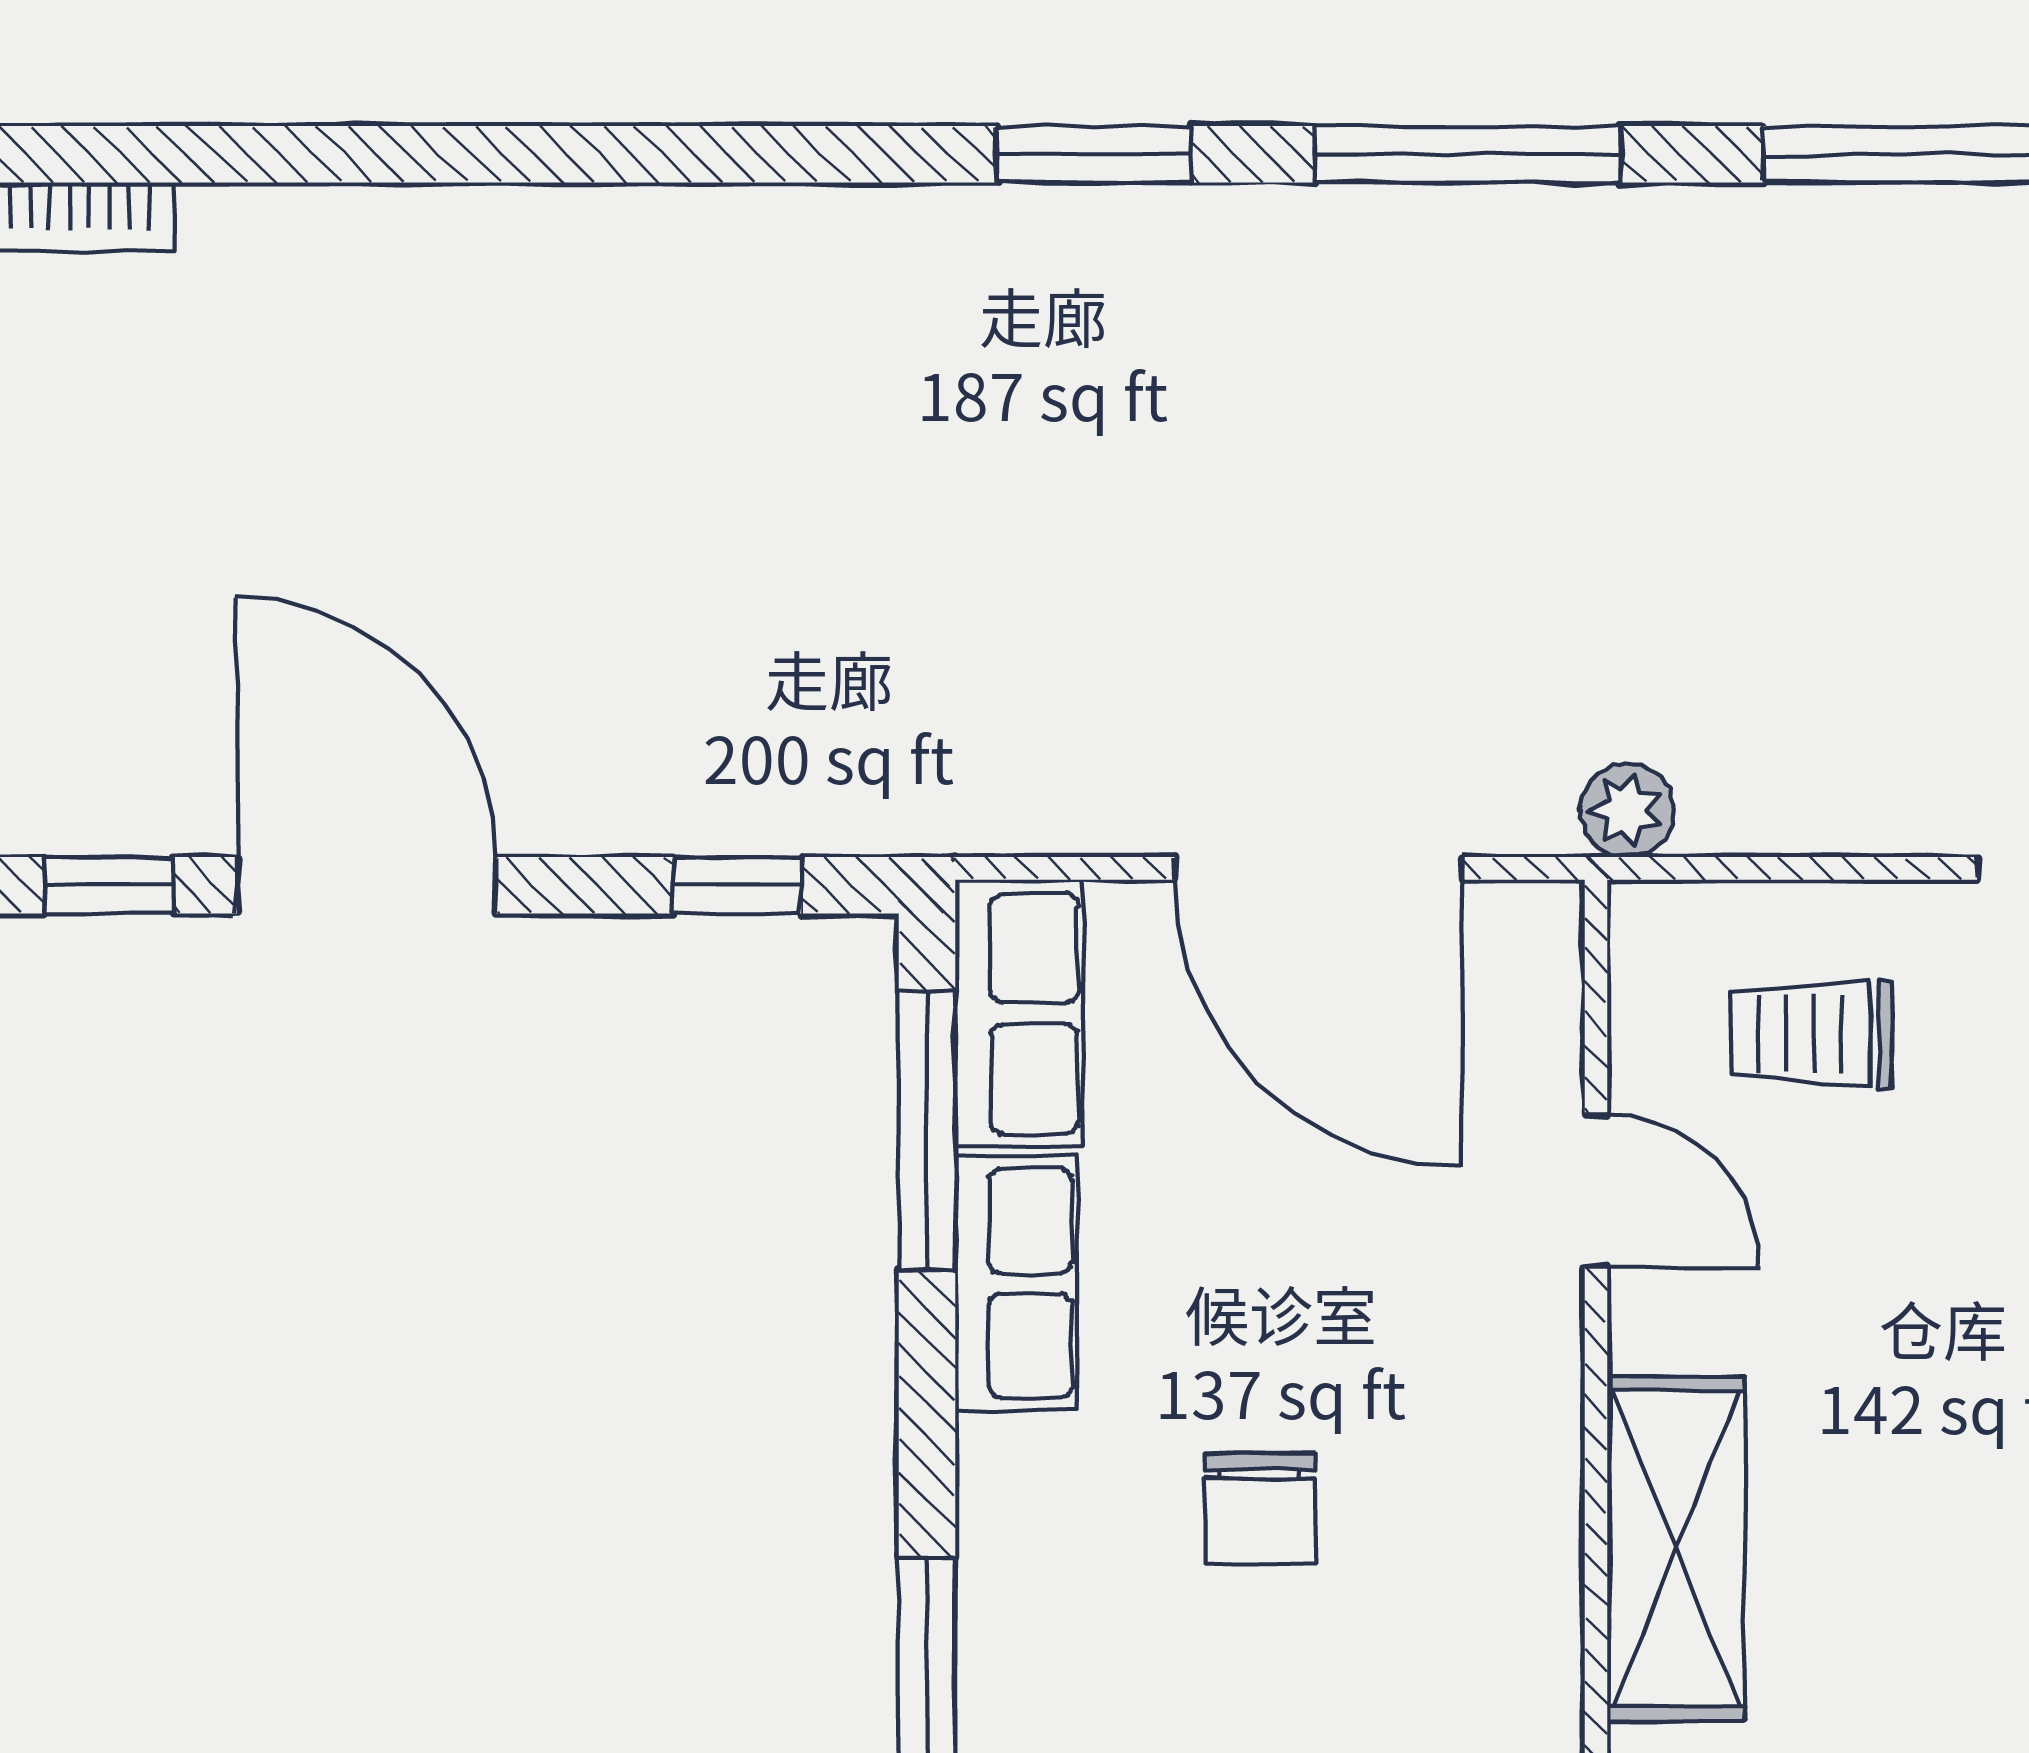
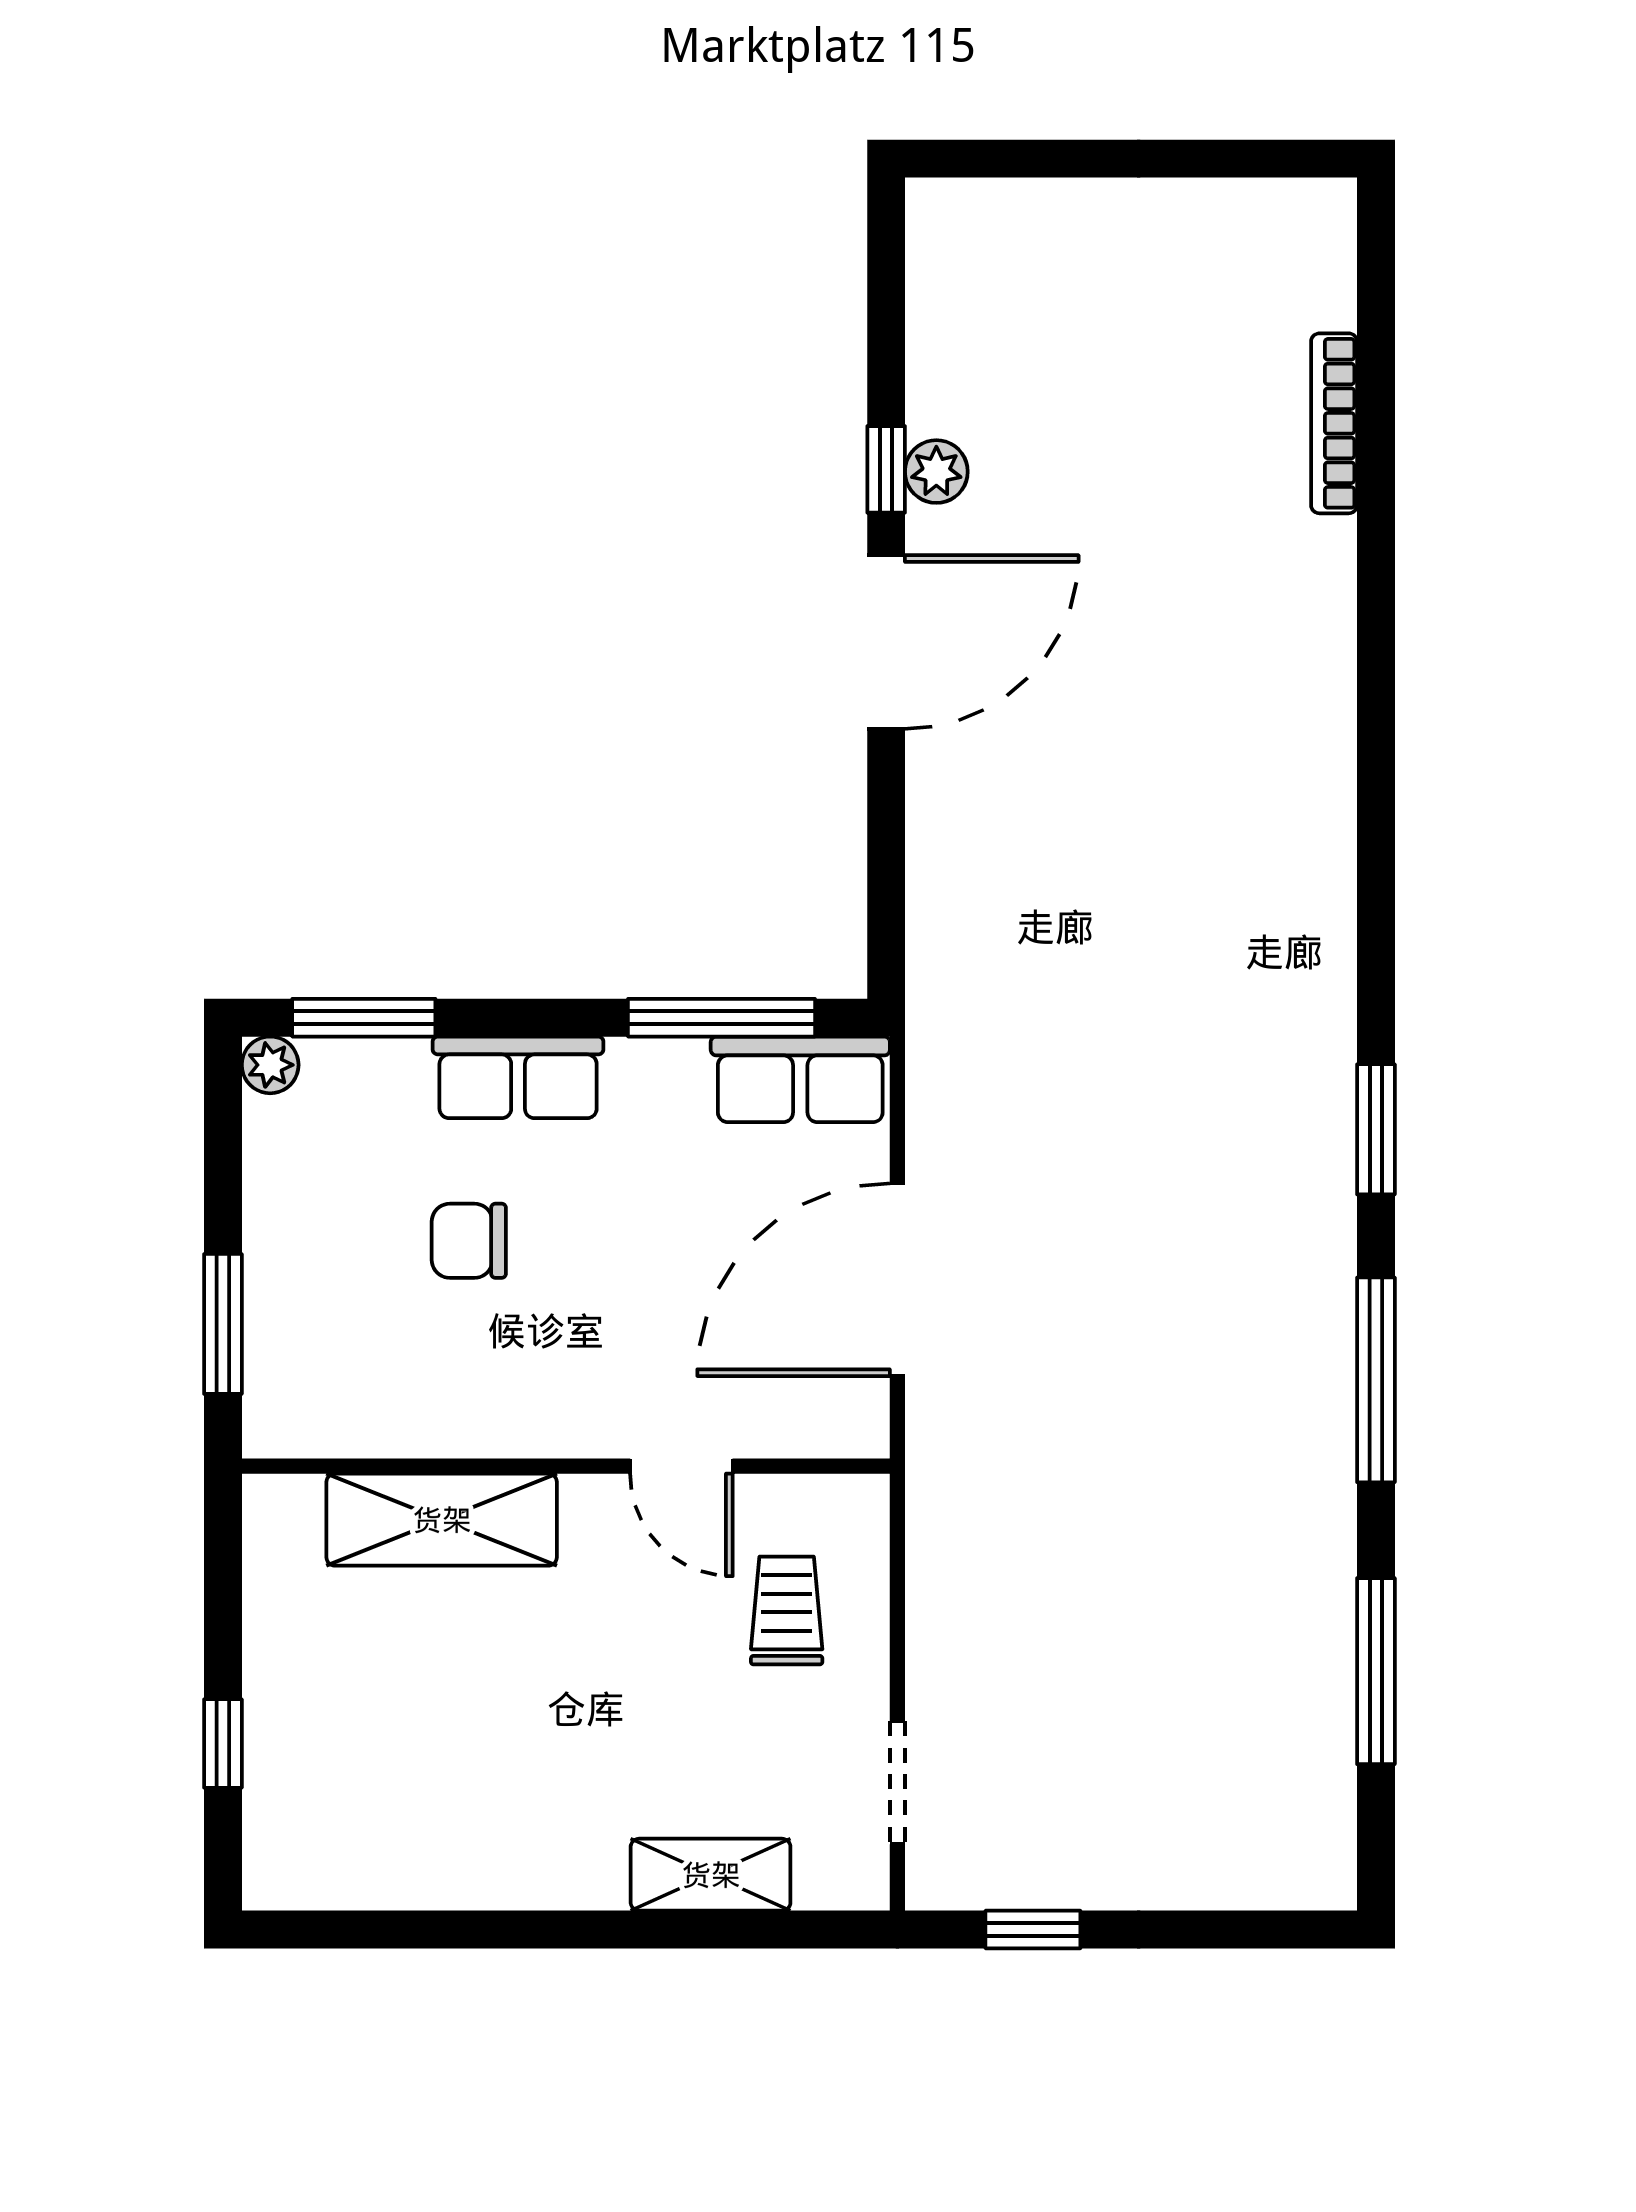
plant: (1627, 810) -> (936, 472), moved
window: (737, 885) -> (886, 891), removed
door: (1596, 1191) -> (681, 1466), hinge flipped
row of seats: (1016, 1283) -> (518, 1077), moved

